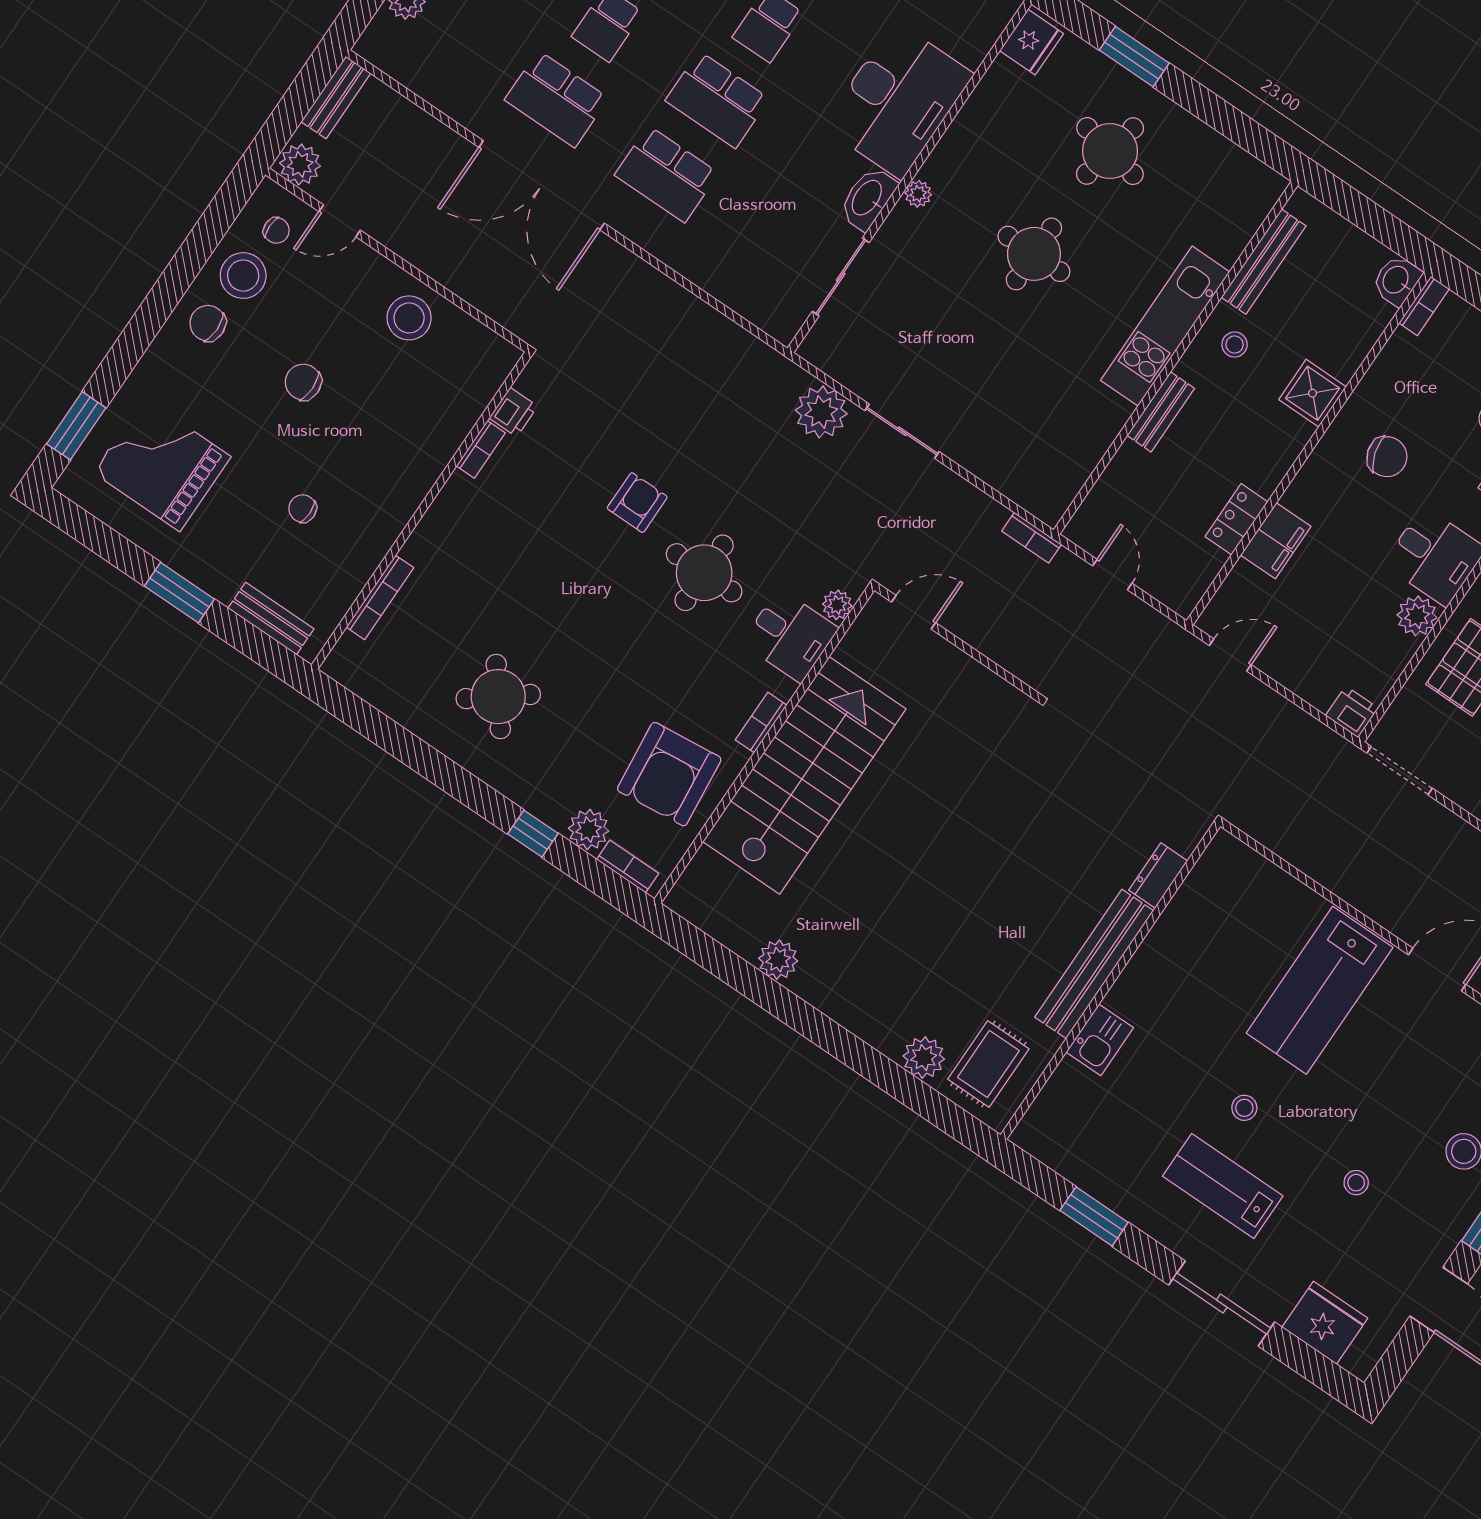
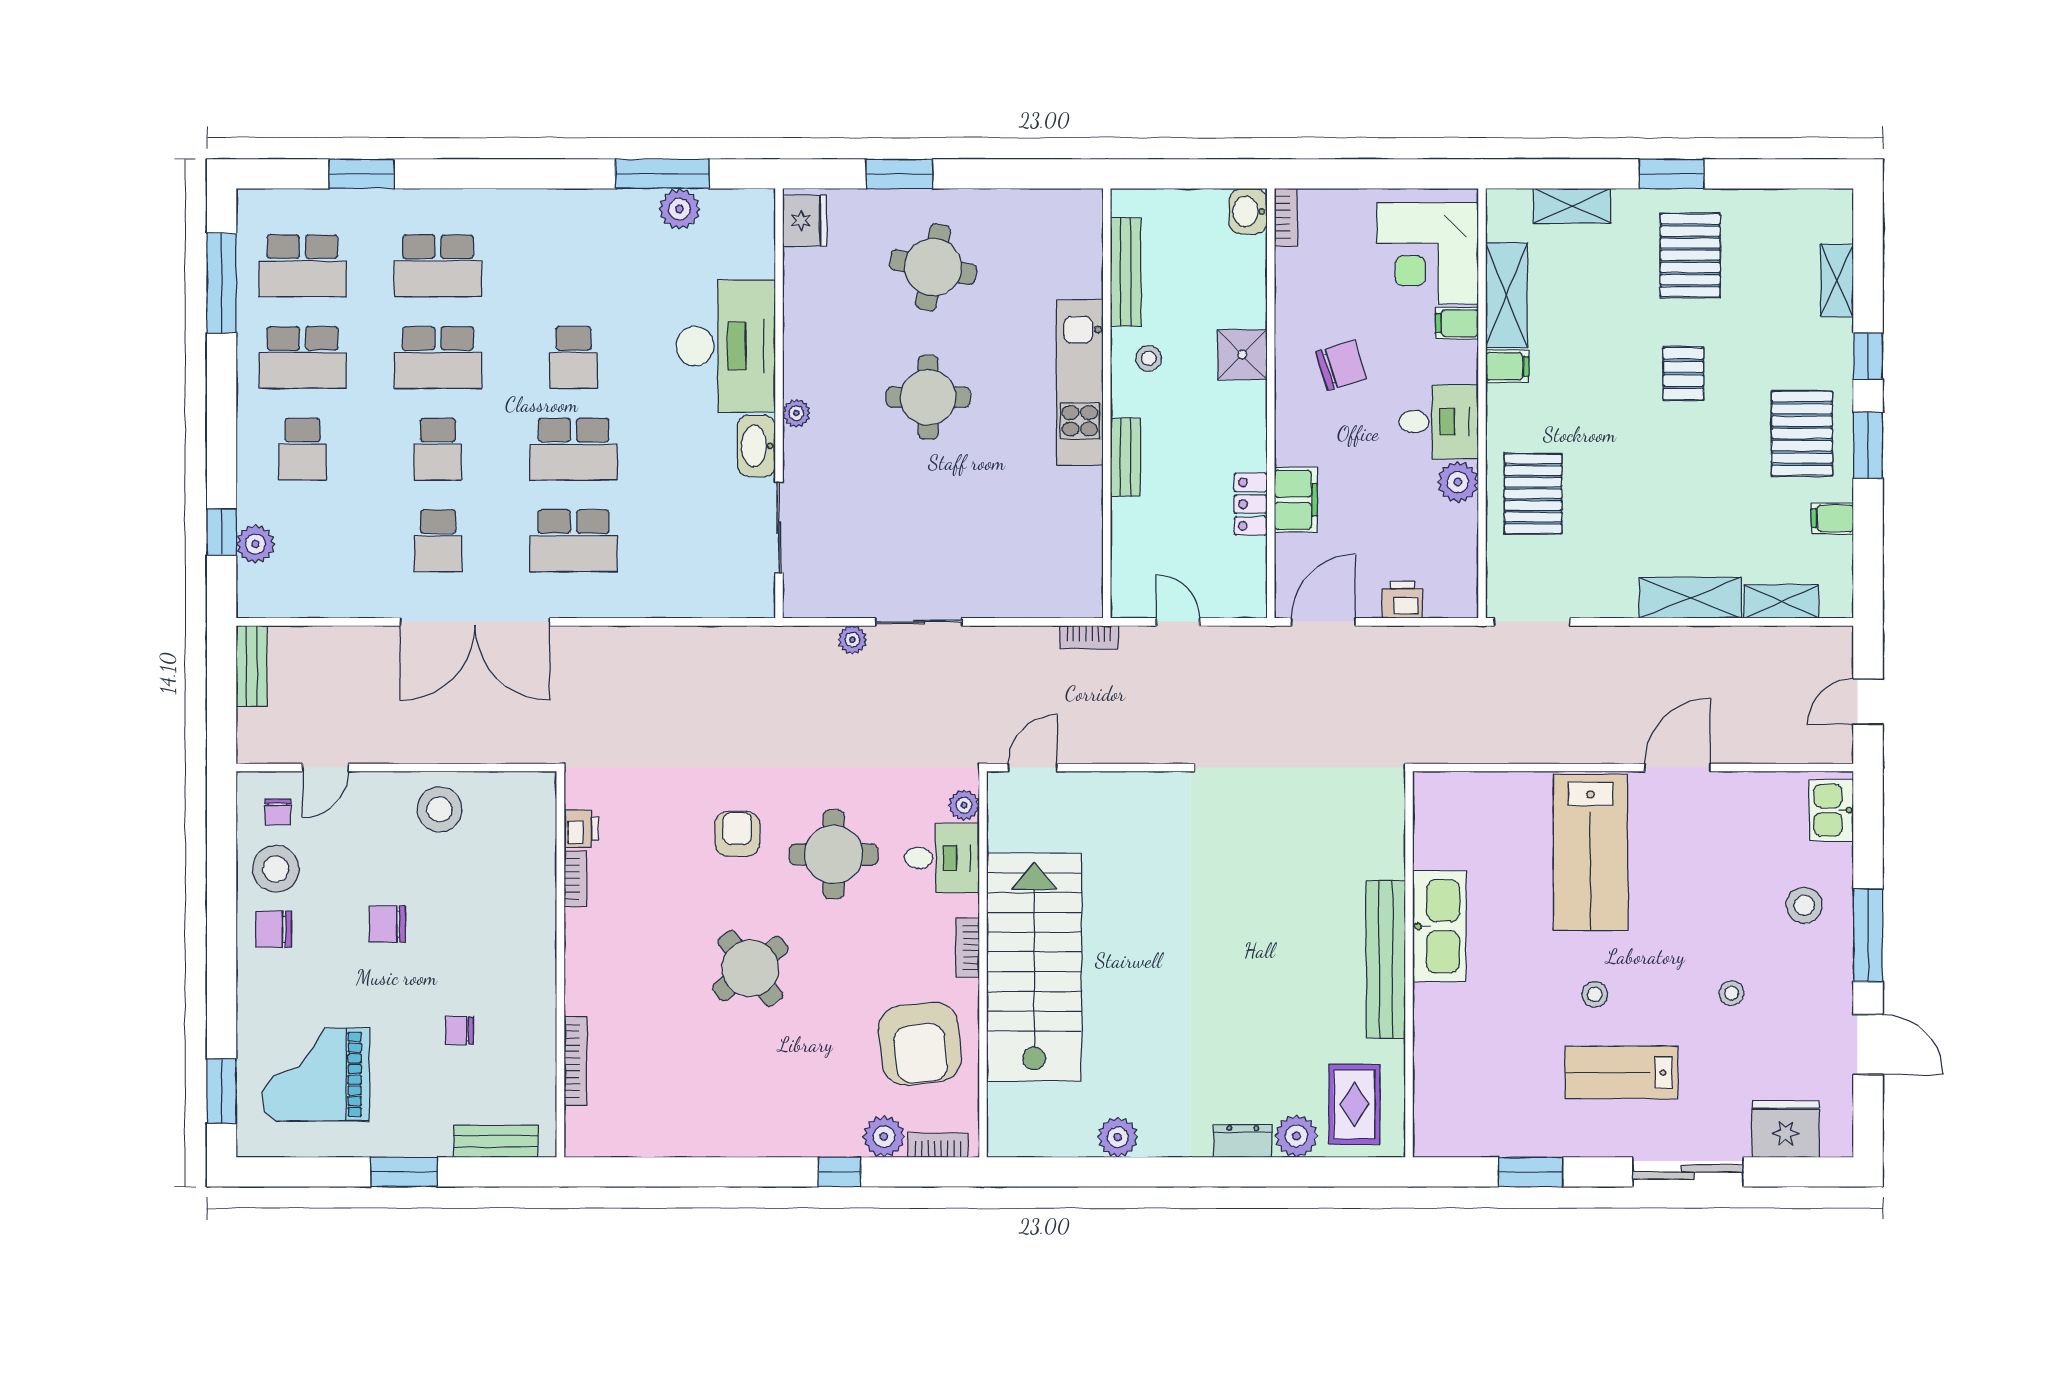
school desk: (557, 99) -> (438, 541), width x0.54
plant: (300, 164) -> (260, 743), removed
chair: (276, 230) -> (278, 812), turned 90
plant: (821, 412) -> (852, 640), width x0.53, depth x0.53
door: (1230, 655) -> (1323, 622), width x1.38
round table: (498, 697) -> (750, 968), moved
printer: (1352, 712) -> (1402, 600), moved
dresser: (1158, 876) -> (1243, 1141), moved, turned 90
kitchen sink: (1100, 1040) -> (1439, 926), moved, width x1.88, depth x1.24

